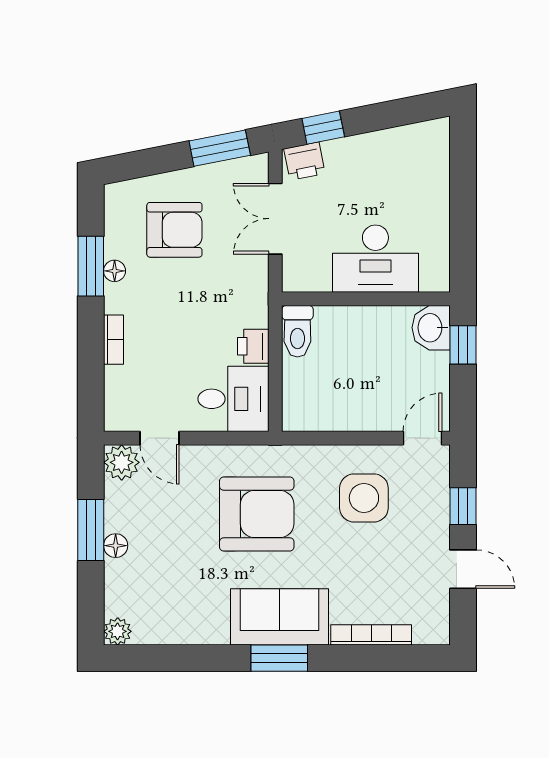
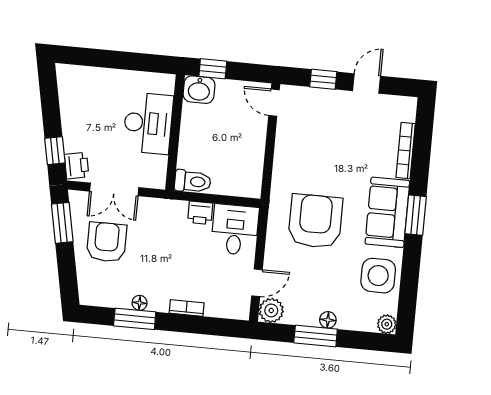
armchair: (174, 230) -> (107, 242), moved
side table: (364, 498) -> (378, 276), moved

